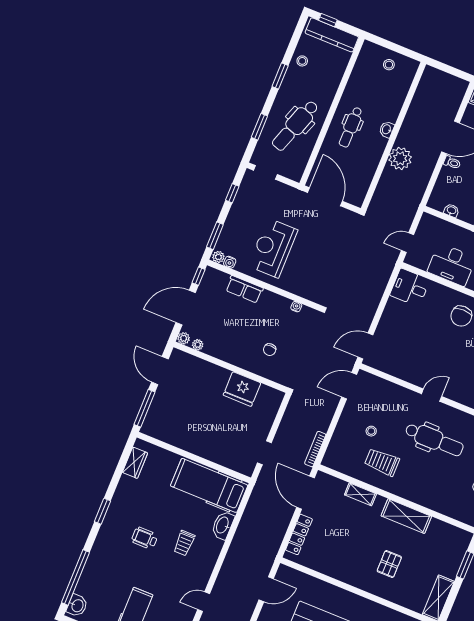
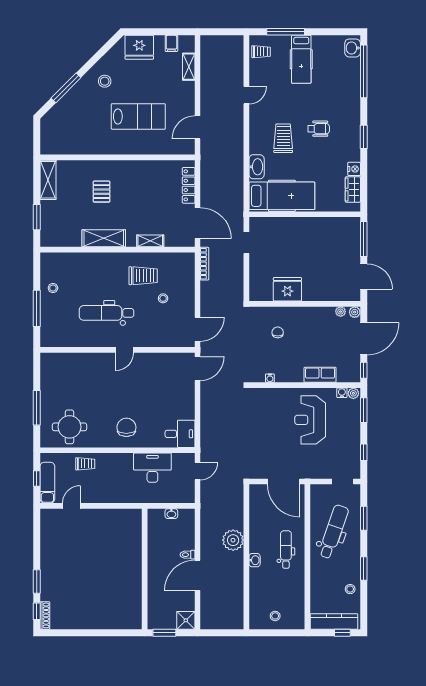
reception desk: (273, 248) -> (310, 420), turned 180
nightstand: (125, 483) -> (354, 169), added
trolley: (184, 543) -> (283, 138), width x1.36, depth x1.39

